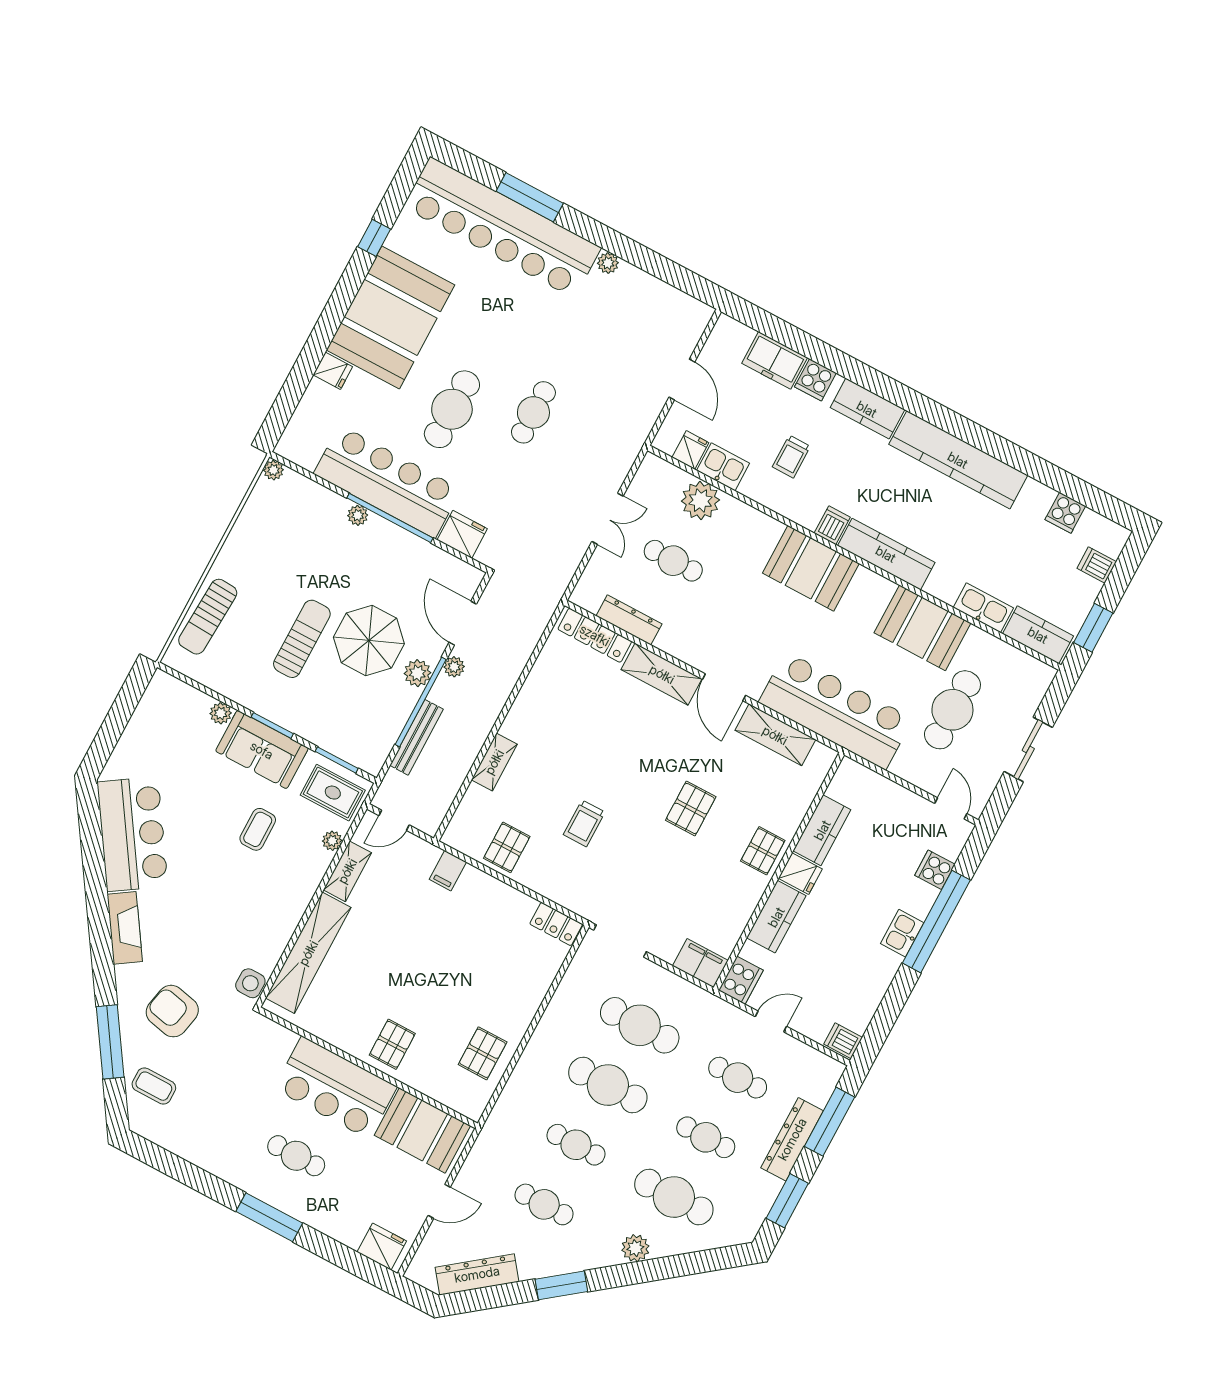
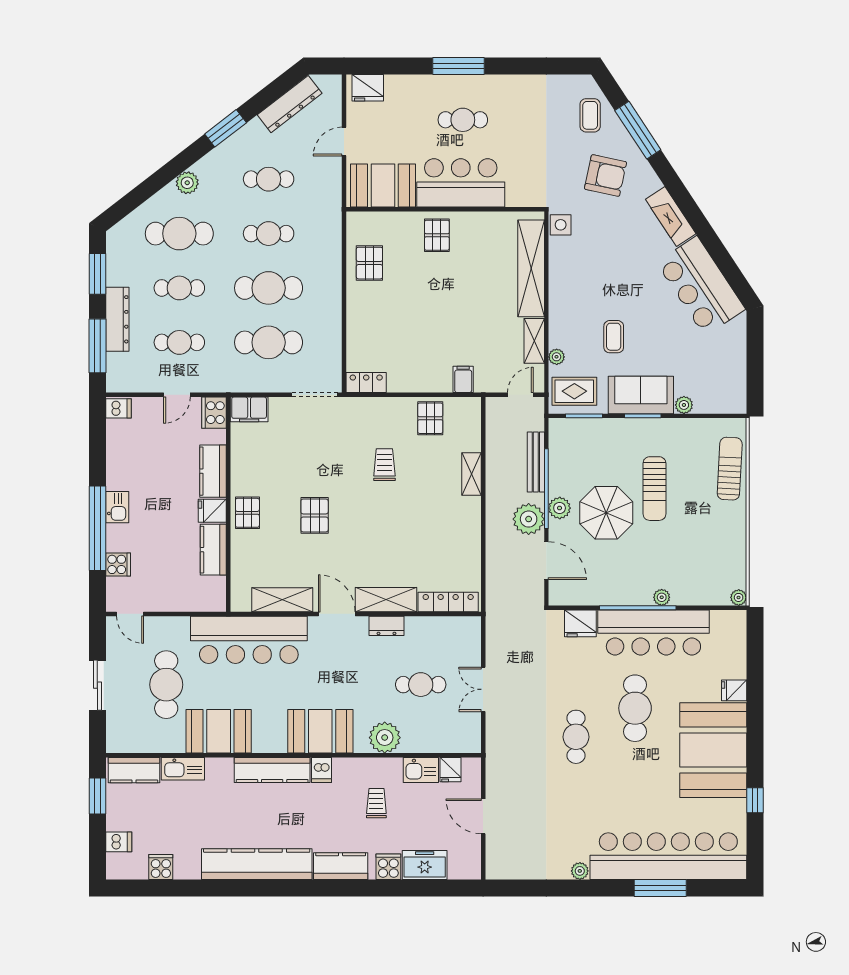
plant: (700, 501) -> (385, 738), moved
dresser: (629, 620) -> (386, 626), moved, width x0.70
plant: (454, 667) -> (529, 519), width x1.88, depth x1.88
coffee table: (154, 1086) -> (590, 115), turned 90

